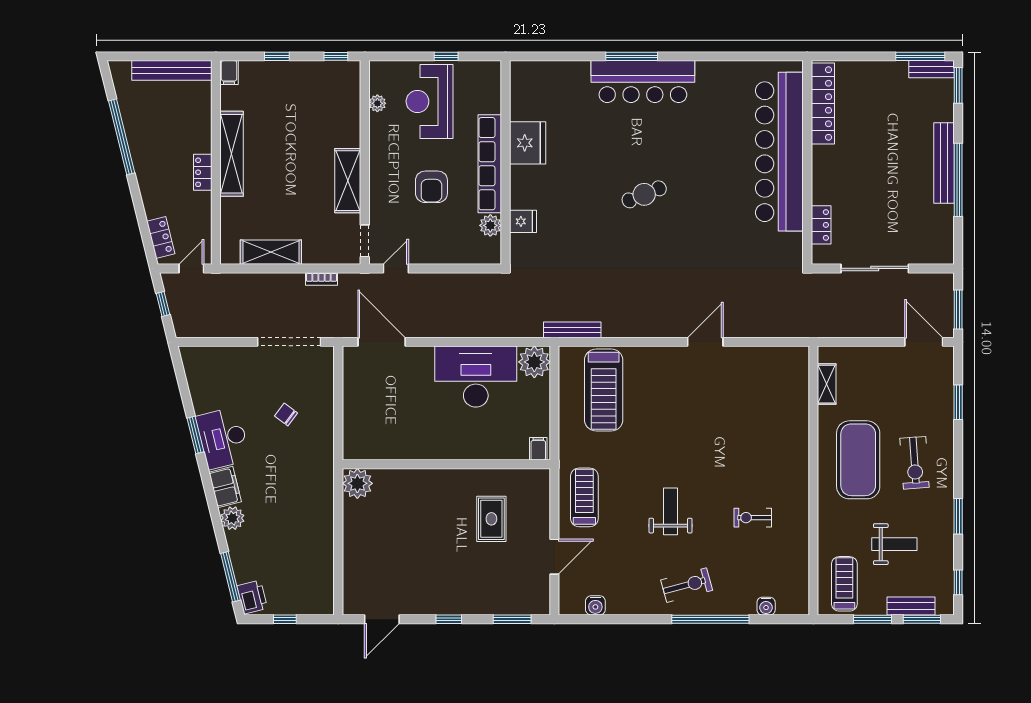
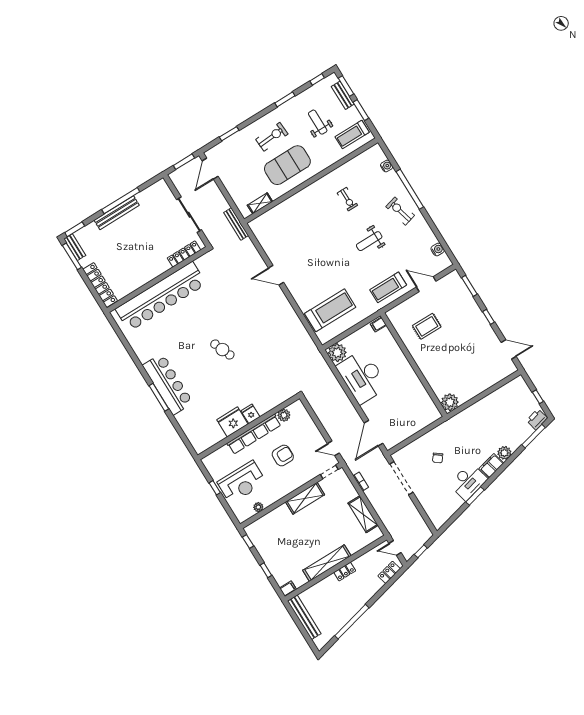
locker: (823, 103) -> (100, 285), moved, turned 90
fridge: (523, 221) -> (250, 414), moved
locker: (821, 225) -> (184, 254), width x1.53
bench: (572, 330) -> (236, 224), moved

